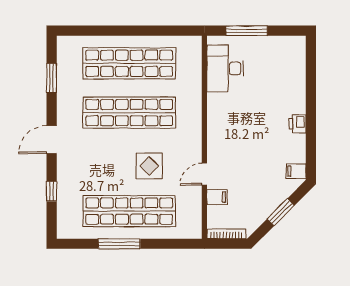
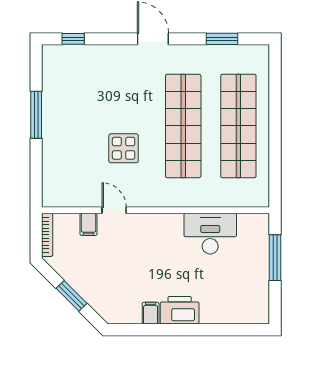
desk: (225, 68) -> (210, 234), moved
printer: (298, 124) -> (180, 310), width x1.87, depth x1.48
filing cabinet: (296, 171) -> (151, 313), moved
window: (52, 191) -> (73, 39), moved
shop shelf: (129, 211) -> (73, 126), removed

